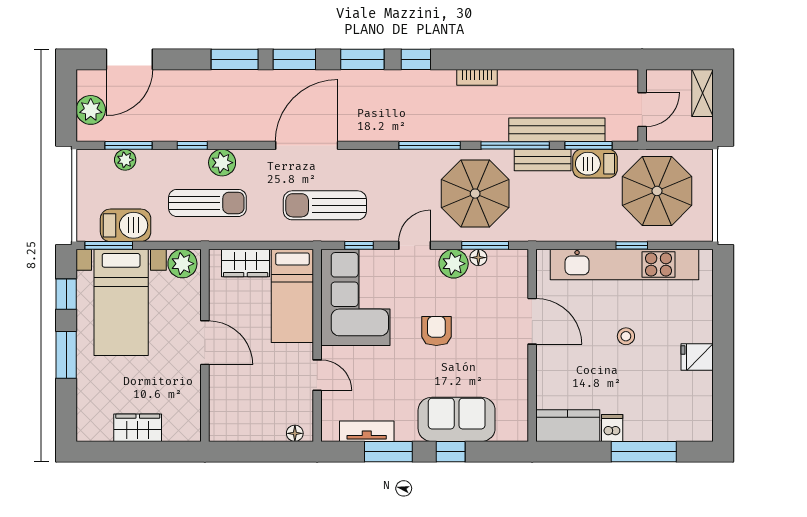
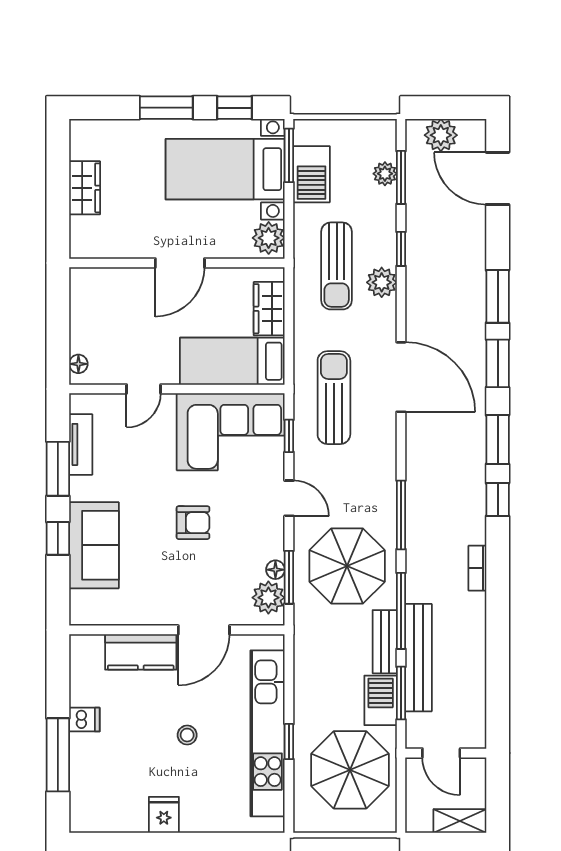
plant: (454, 264) -> (268, 598), moved
kitchen counter: (568, 426) -> (141, 652), moved, turned 90

